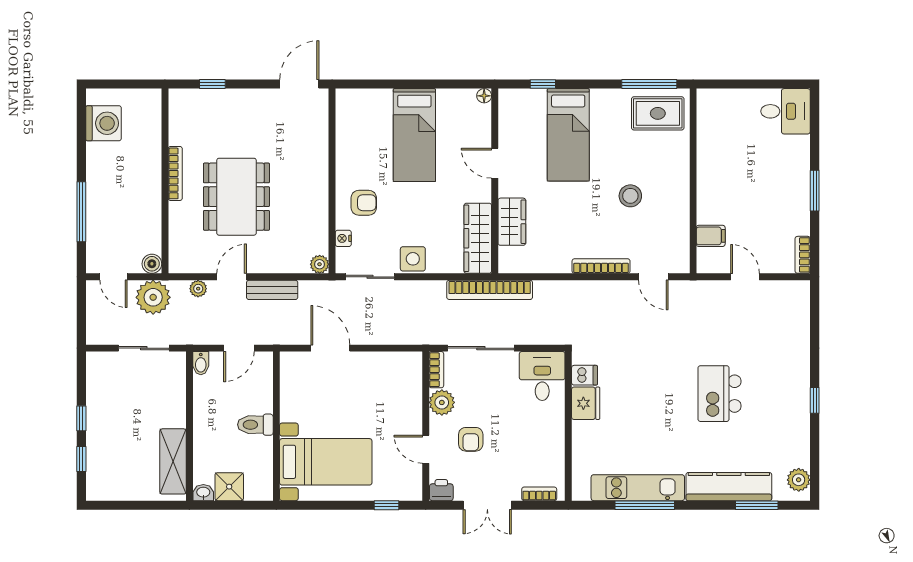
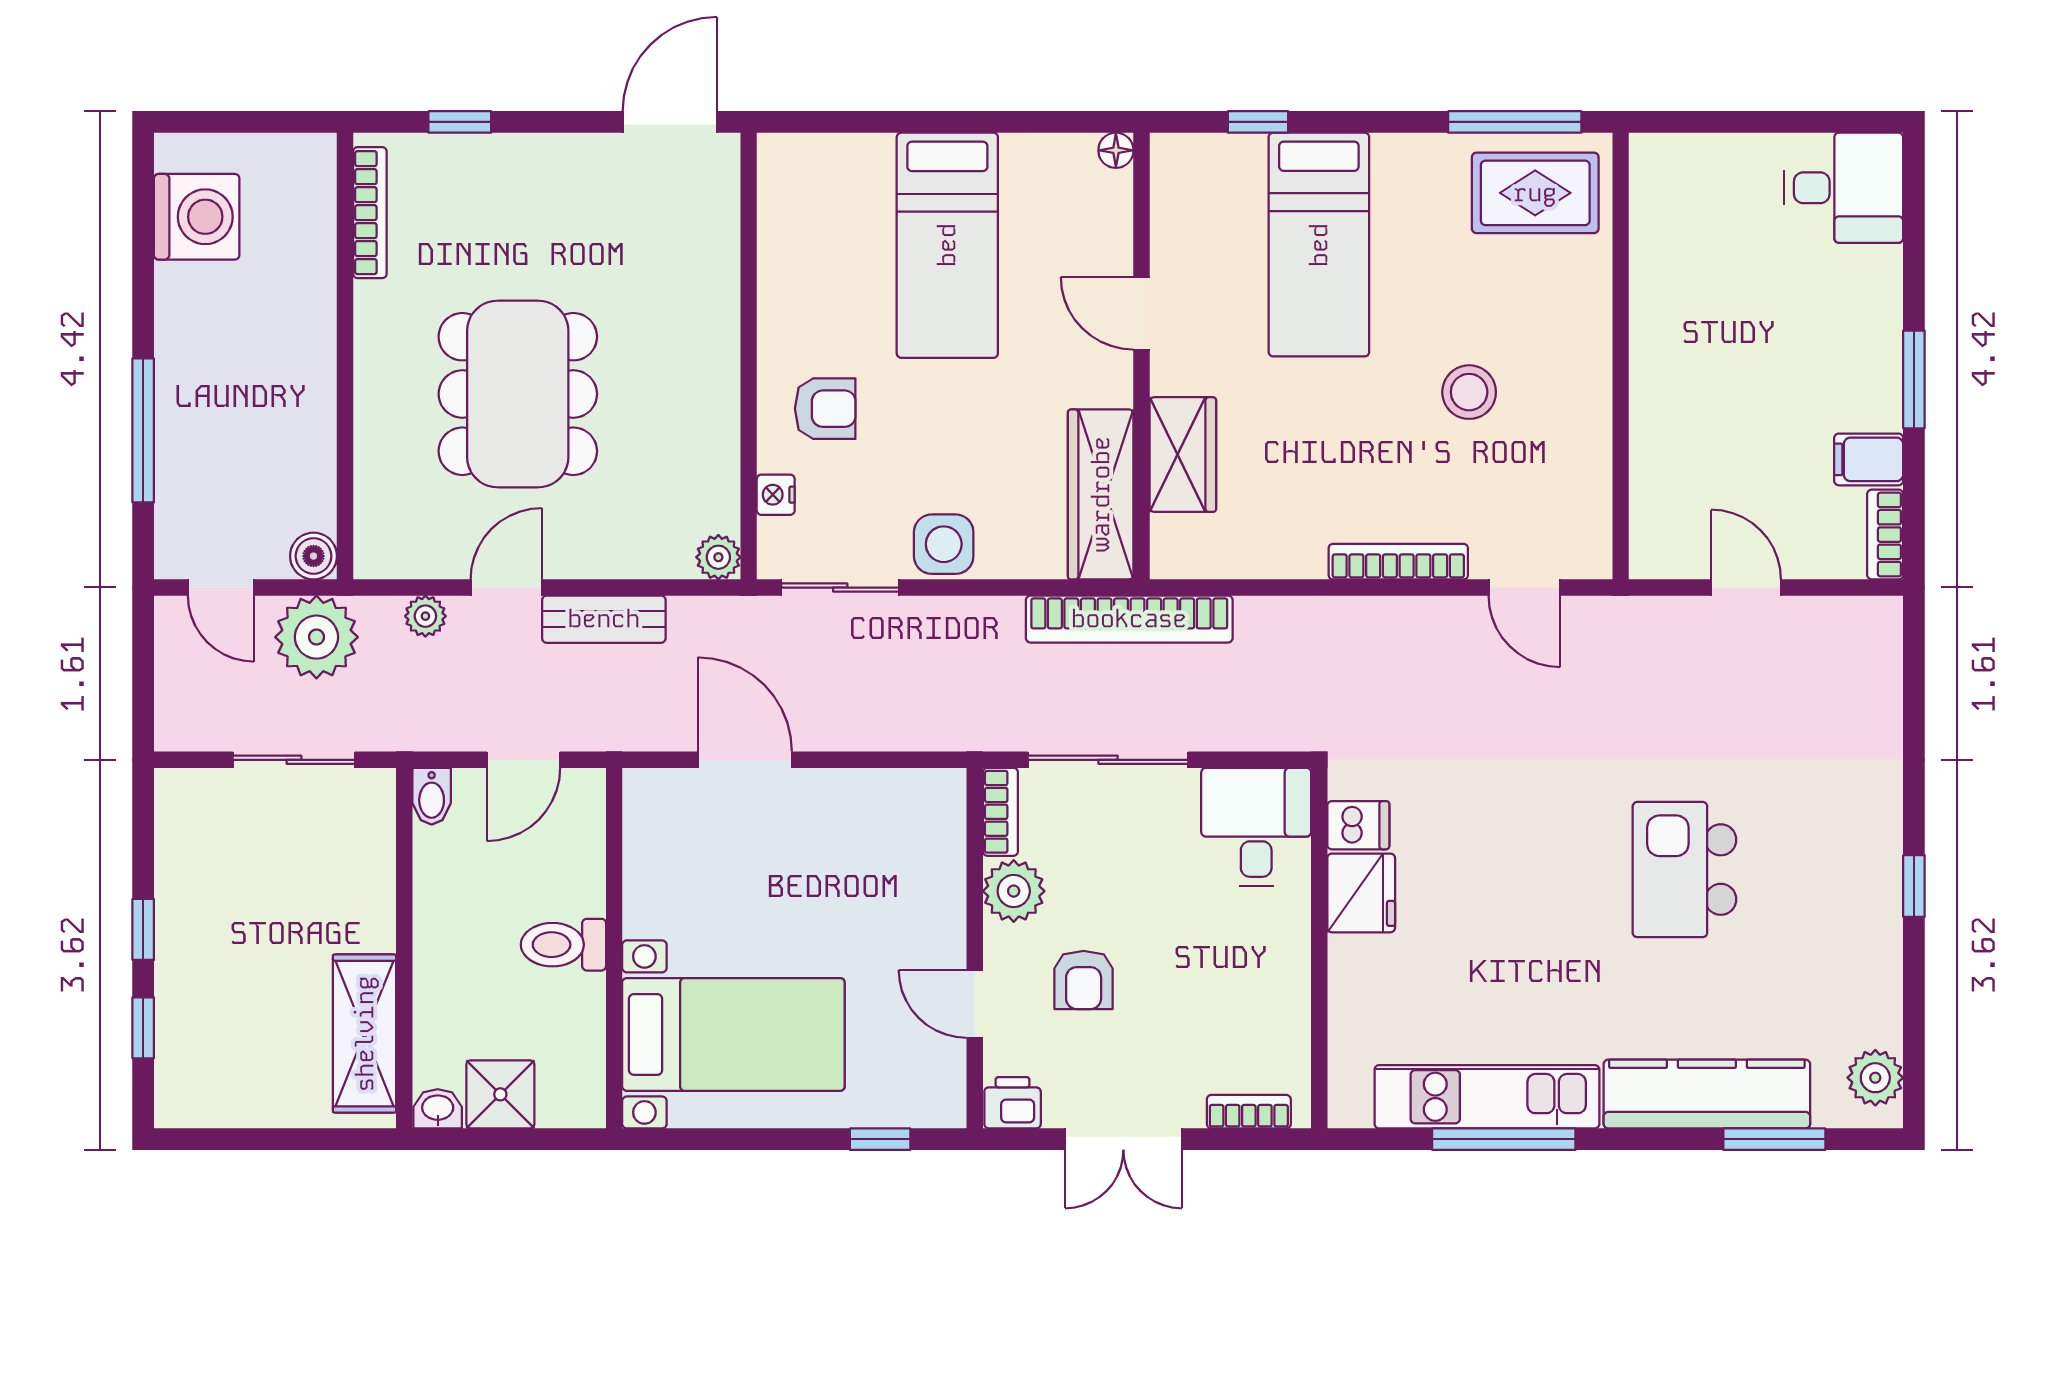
bookcase: (175, 173) -> (370, 213), moved
filing cabinet: (711, 236) -> (1869, 459), moved, turned 180

